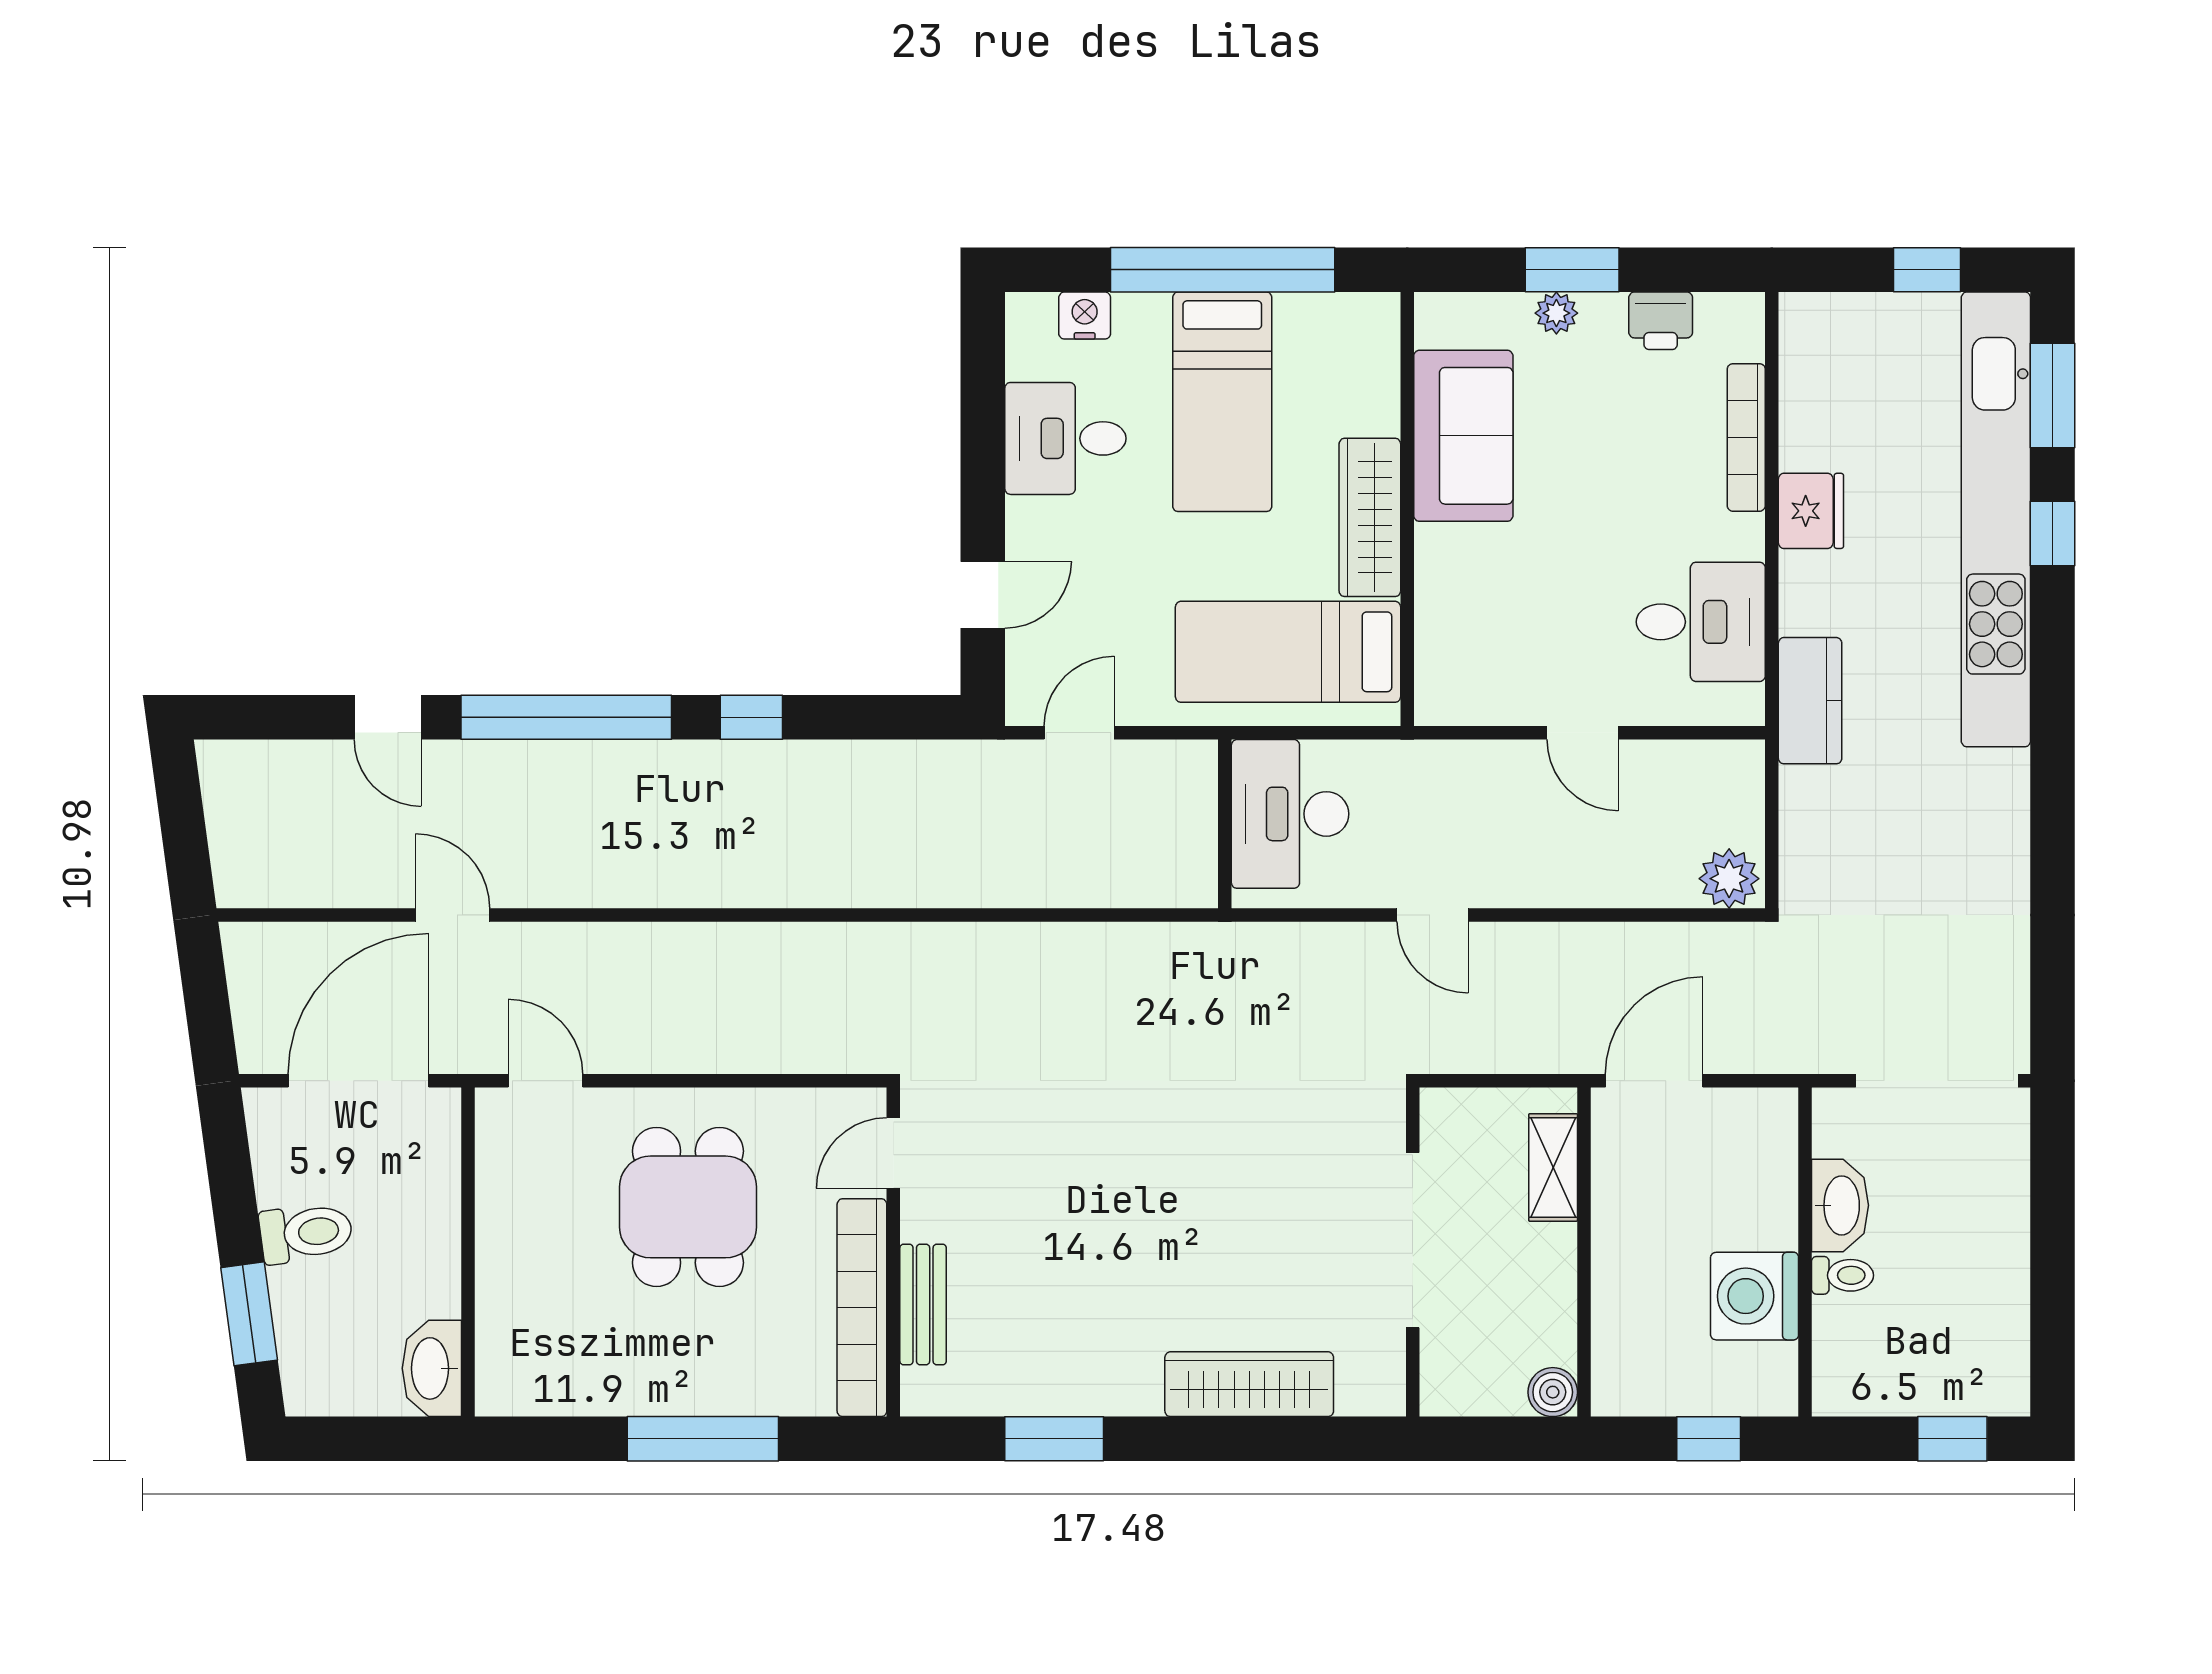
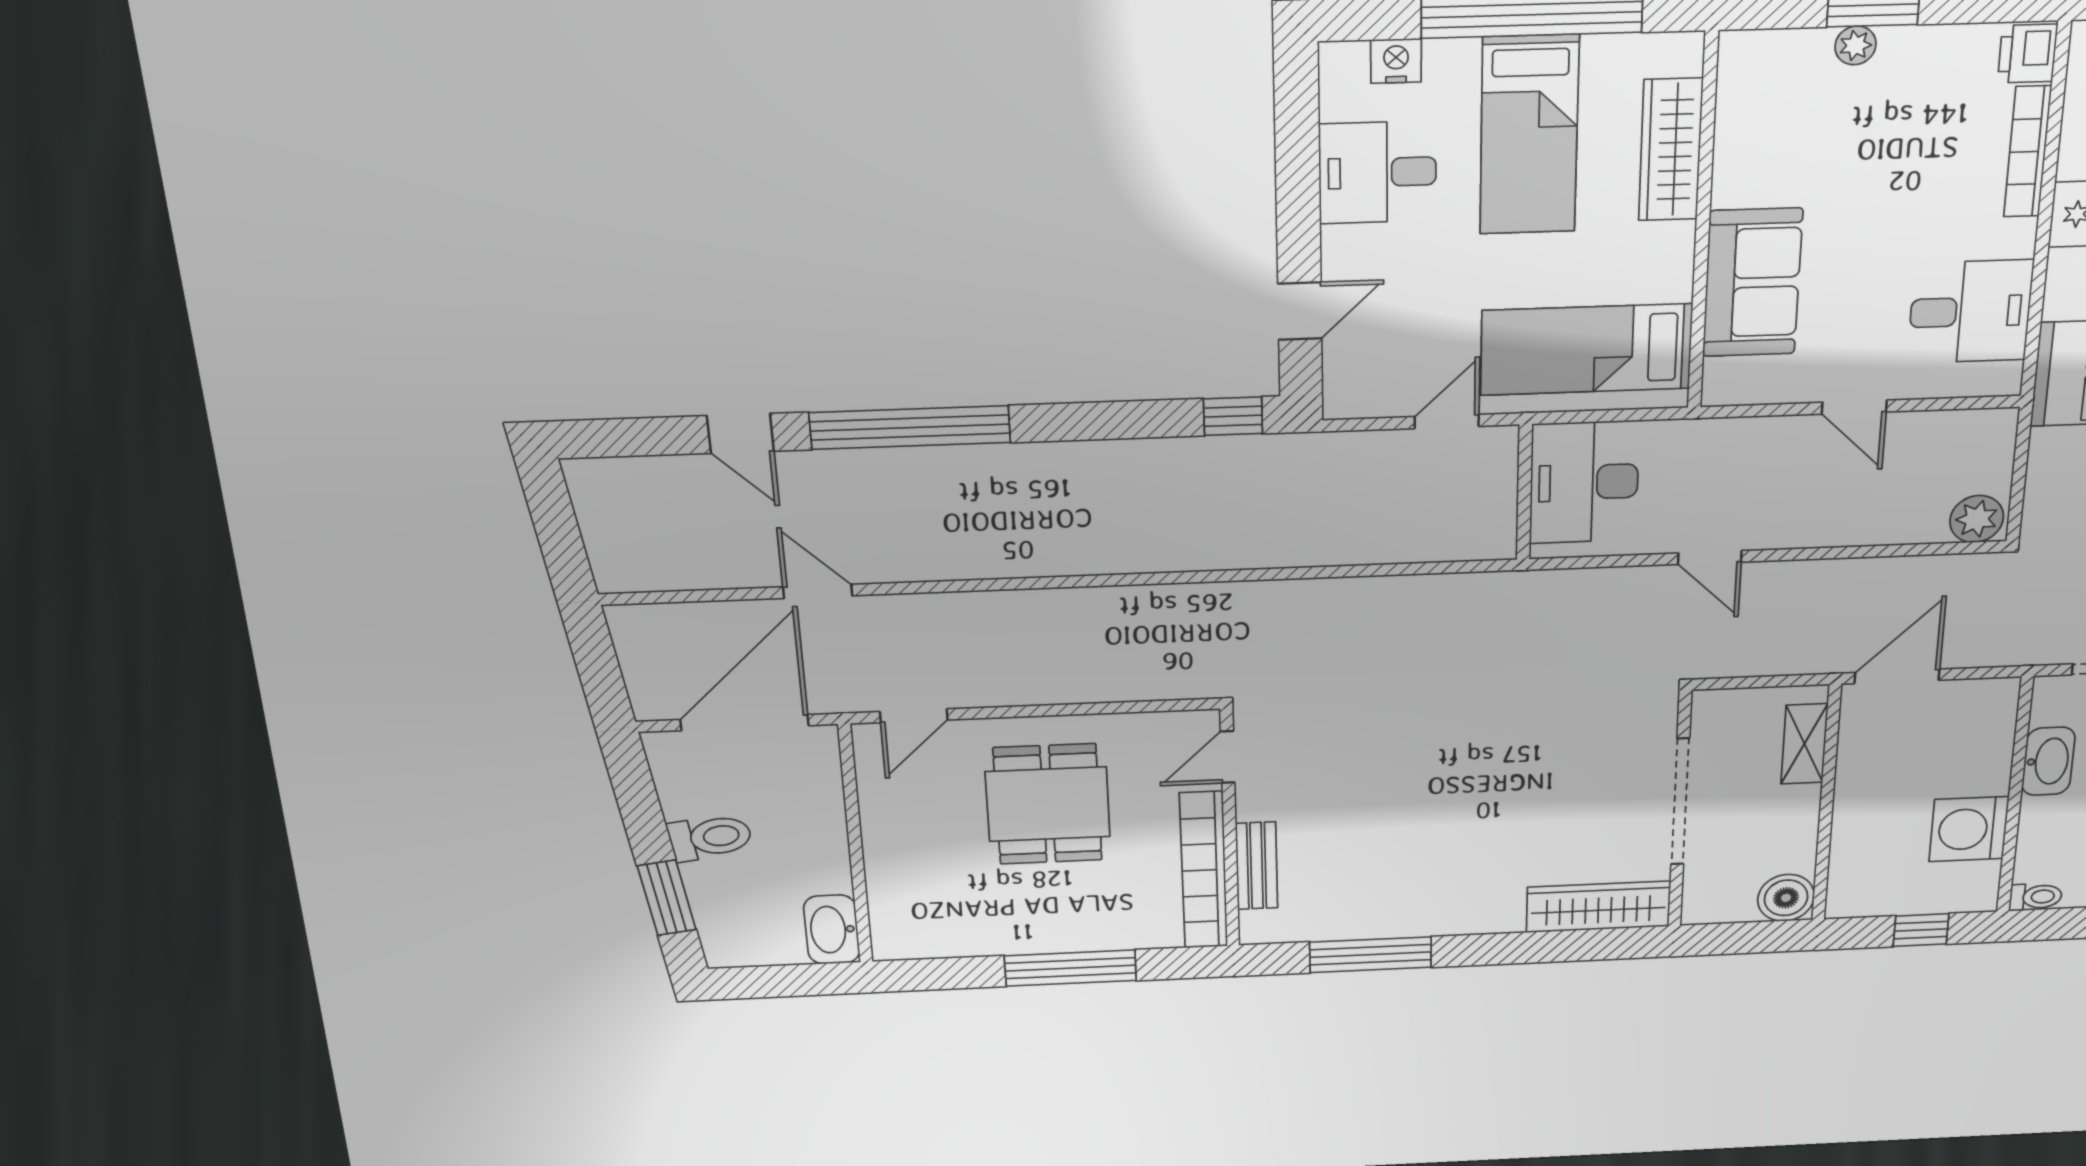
printer: (1661, 321) -> (2028, 54), moved, turned 90
sofa: (1463, 436) -> (1752, 283), moved
wardrobe: (1370, 517) -> (1671, 150), moved
window: (751, 717) -> (1233, 416), moved
door: (1079, 733) -> (1447, 421), moved
door: (545, 1081) -> (914, 716), swing flipped
toilet: (1843, 1275) -> (2036, 897), moved
wardrobe: (1249, 1384) -> (1598, 907), moved
boiler: (1553, 1392) -> (1786, 898), width x1.36, depth x1.36
window: (1054, 1439) -> (1371, 955), width x1.44

